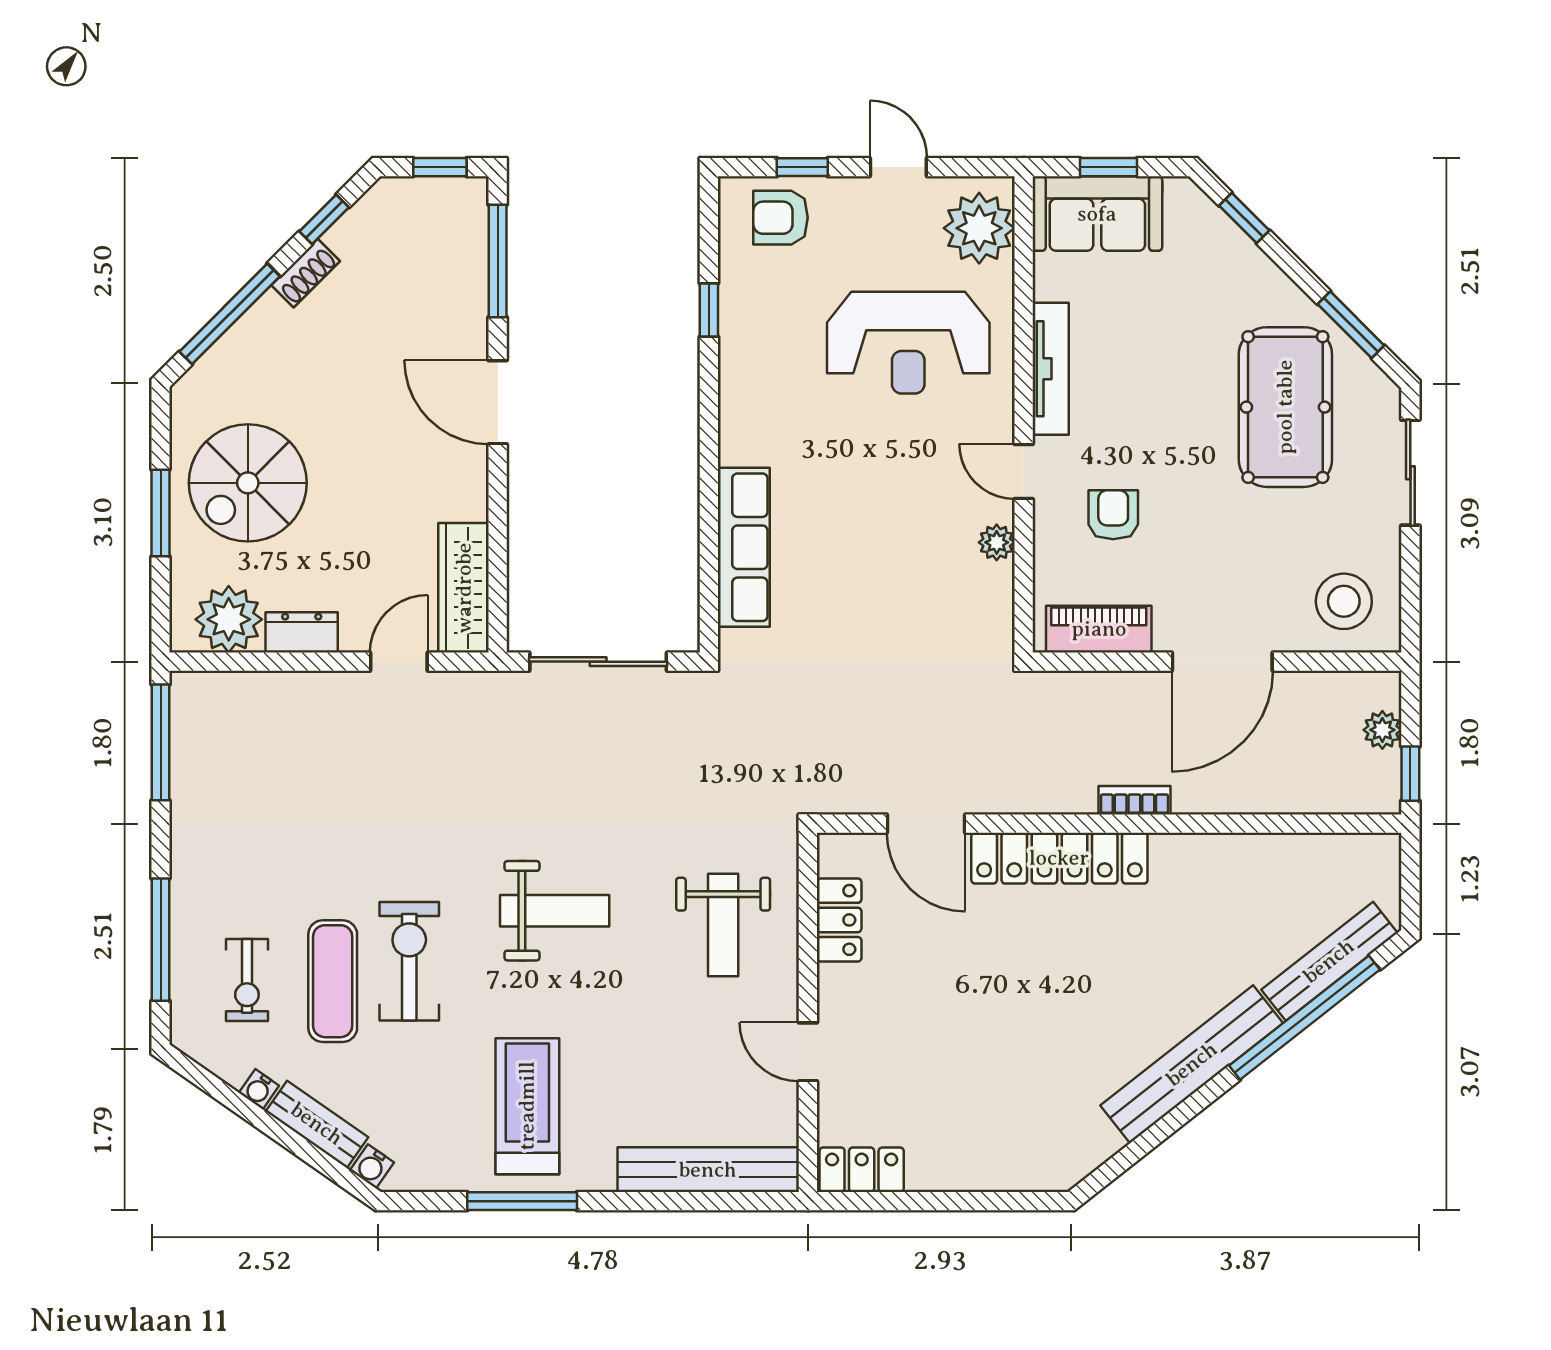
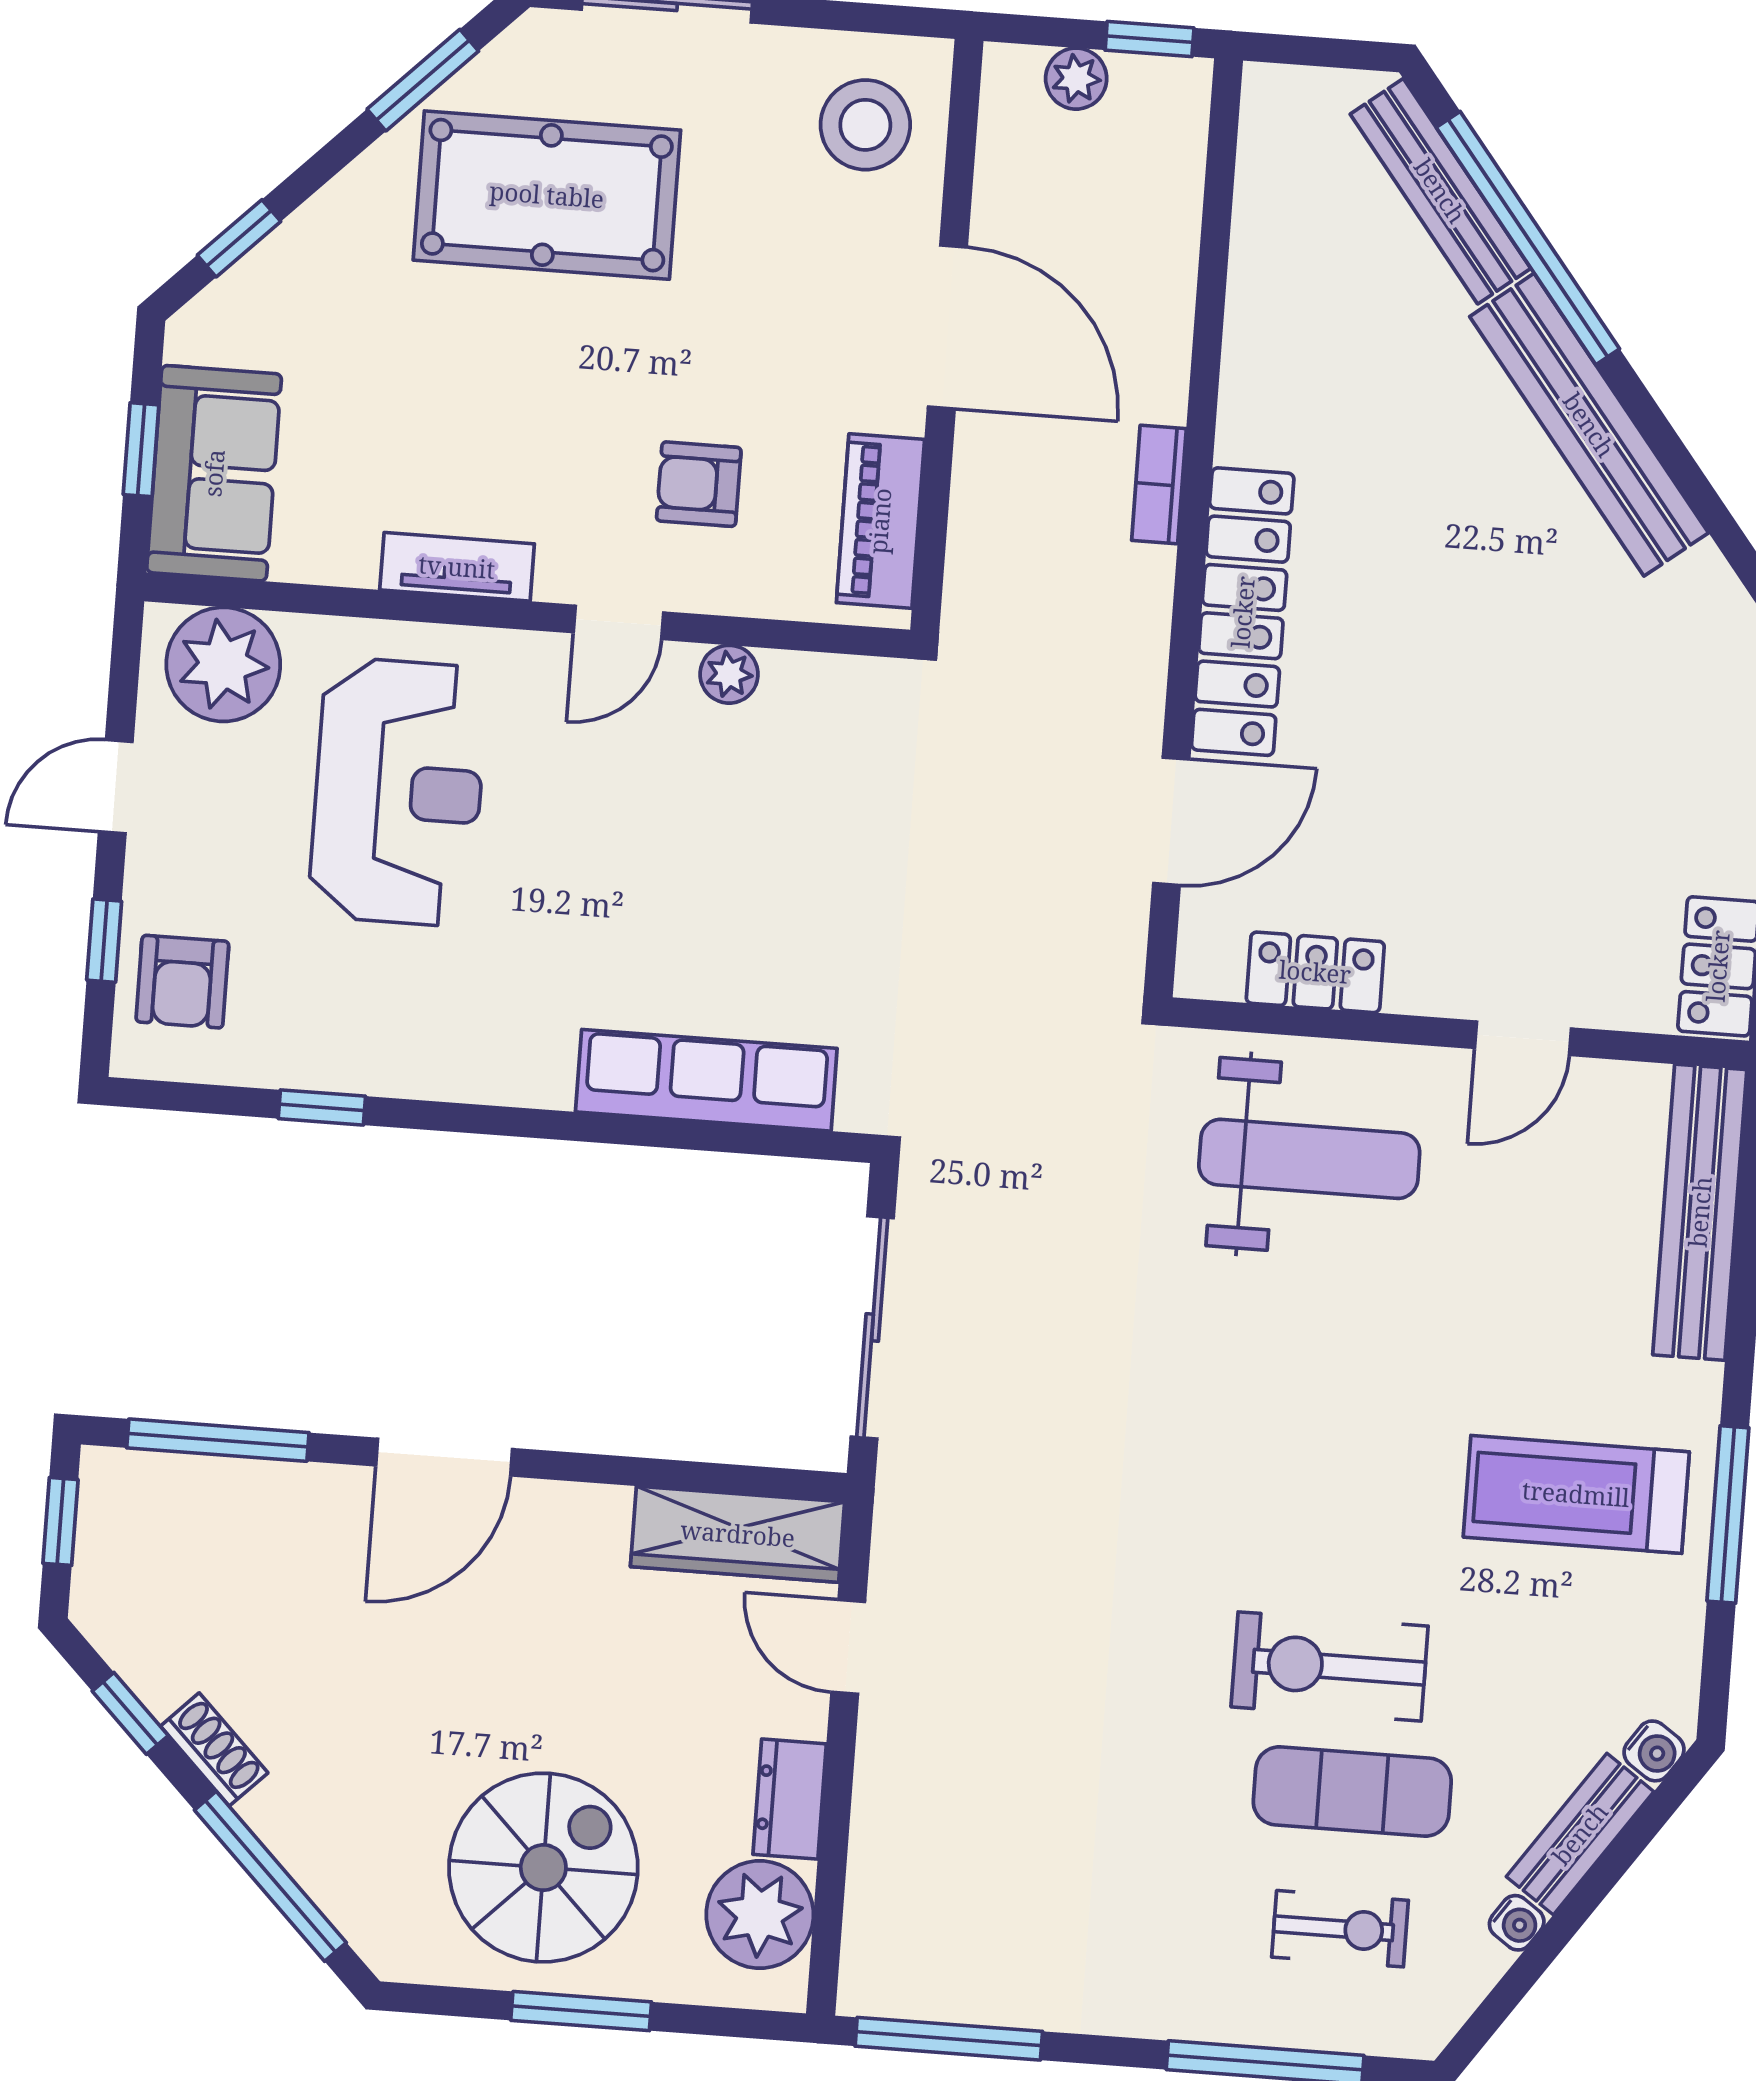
tv unit: (1051, 369) -> (457, 567), width x0.71
spiral stairs: (248, 483) -> (543, 1868), turned -90
weight bench: (555, 911) -> (1266, 1427), removed
weight bench: (723, 925) -> (1309, 1159), width x1.36, depth x1.33

